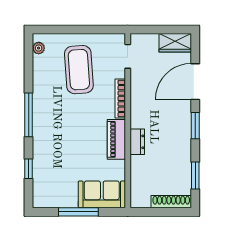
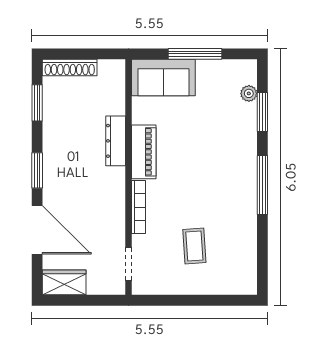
plant: (39, 48) -> (249, 93), moved
coffee table: (79, 70) -> (194, 246), width x0.54, depth x0.58
door: (195, 82) -> (37, 230), hinge flipped
dresser: (137, 142) -> (116, 141), width x1.44
window: (29, 169) -> (262, 112), width x1.50

